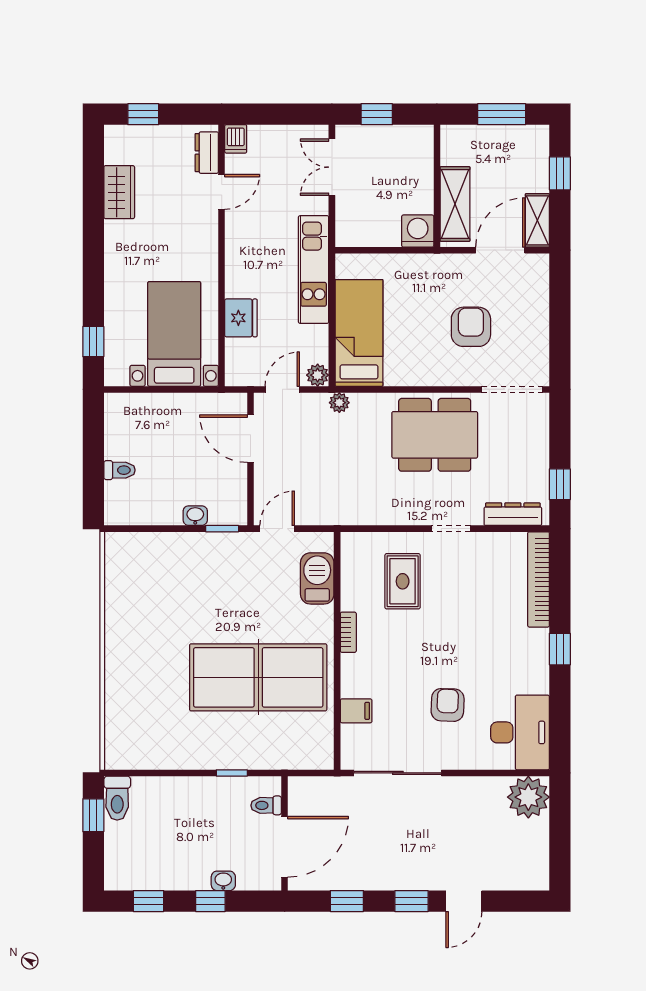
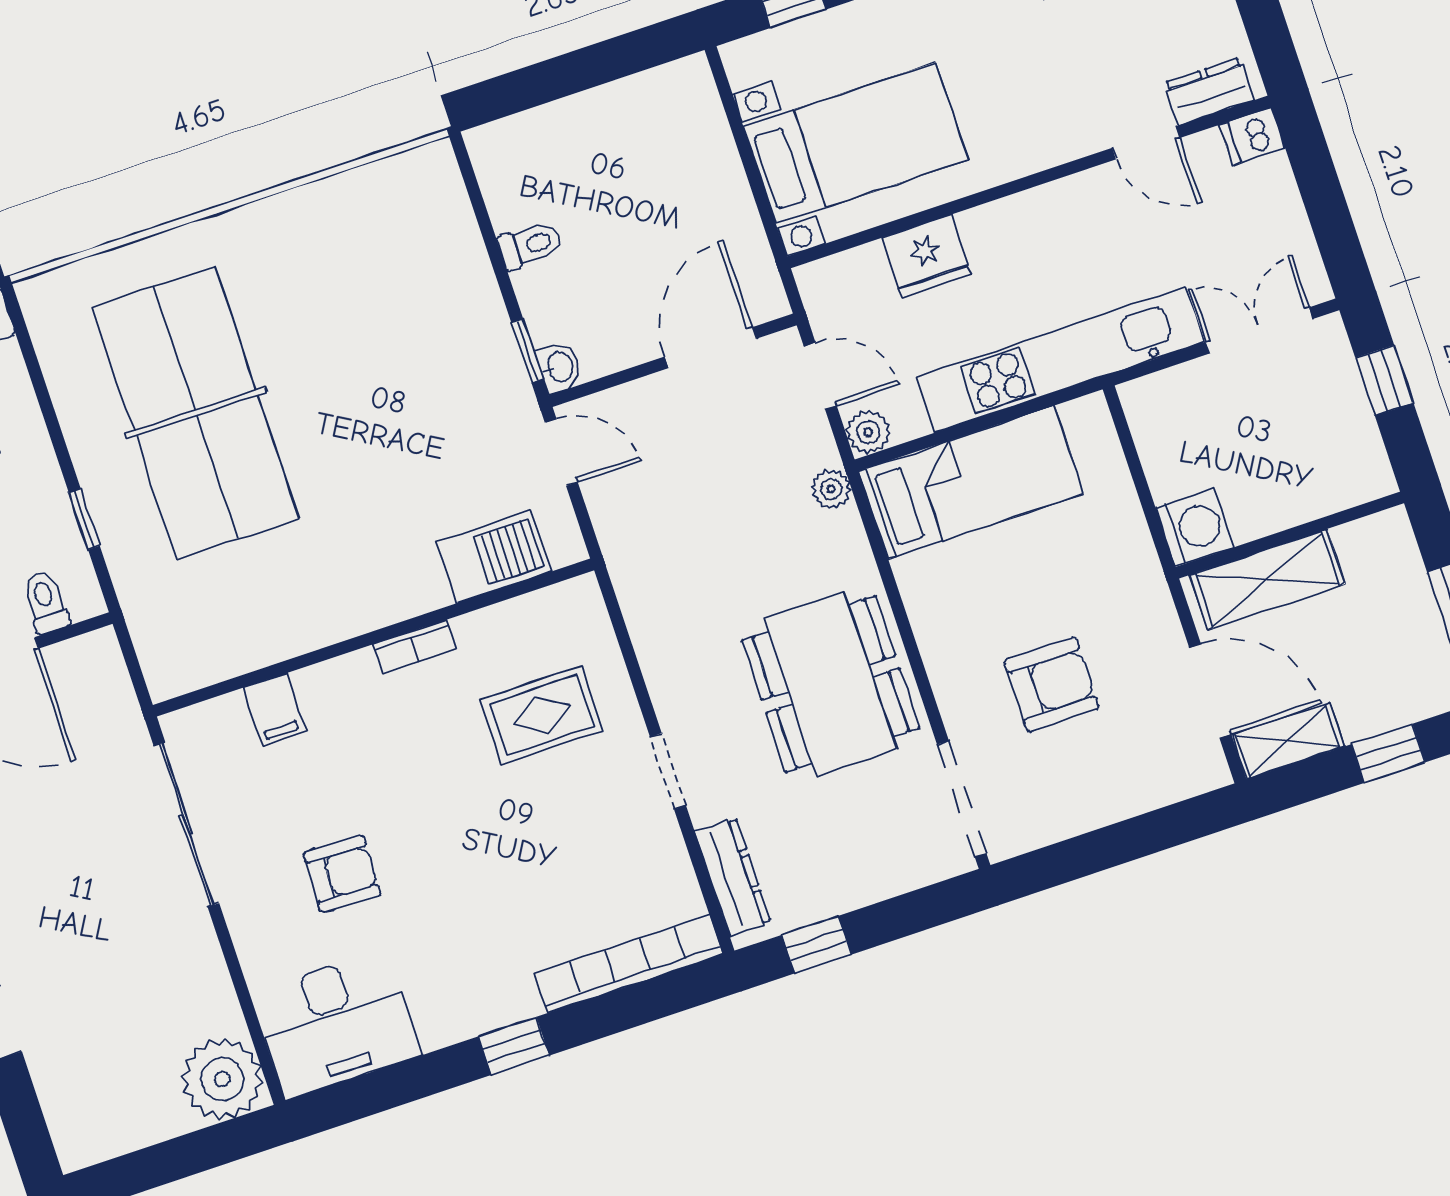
kitchen unit: (314, 270) -> (1060, 360), width x1.36
toilet: (119, 470) -> (530, 245), moved, turned -90
washbasin: (195, 516) -> (559, 367), moved
table tennis table: (258, 677) -> (196, 413), moved

